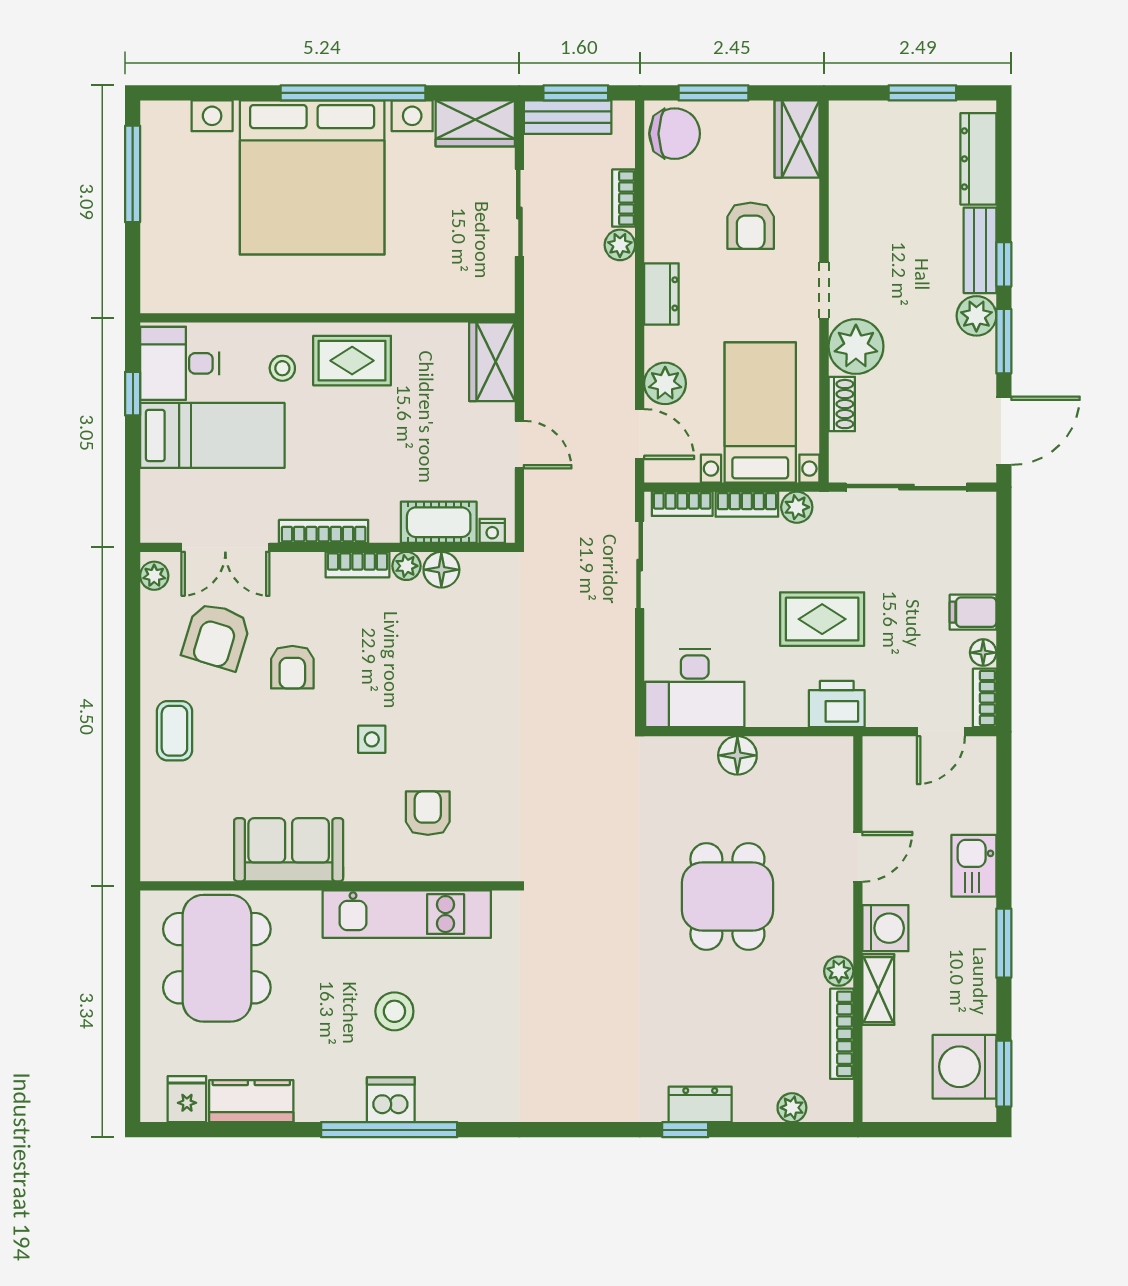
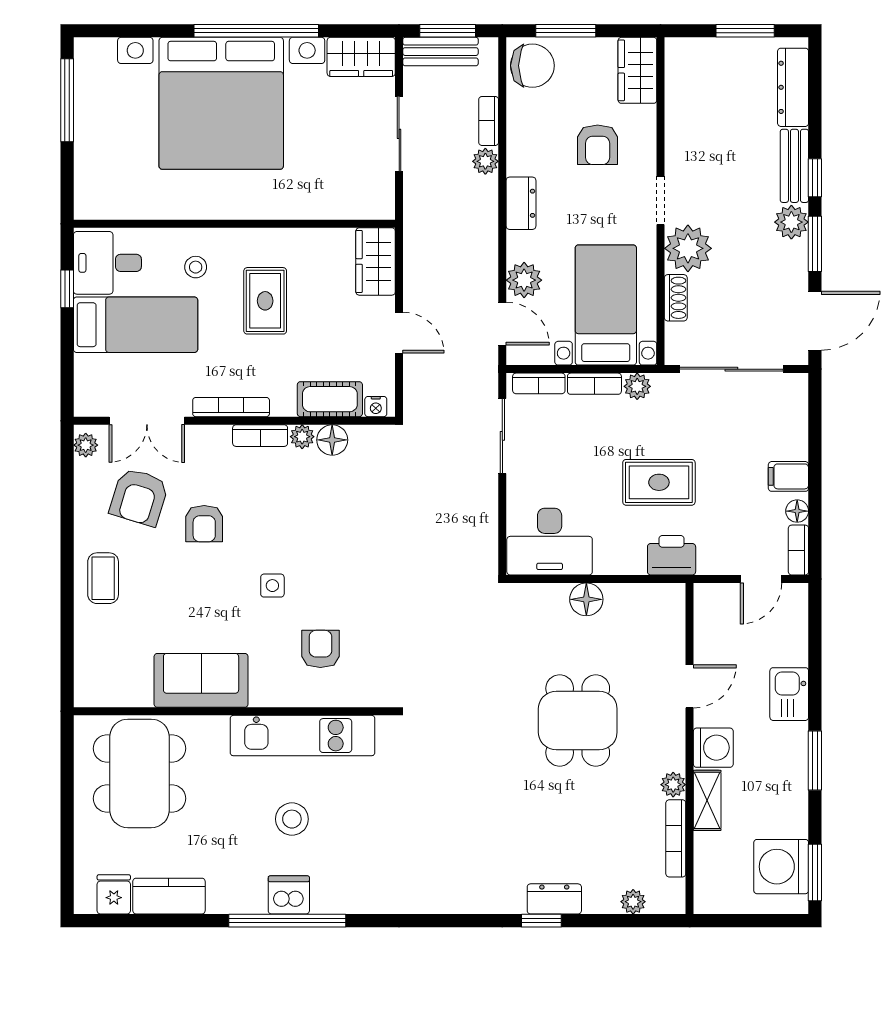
rug: (352, 361) -> (265, 301), moved, turned 90

